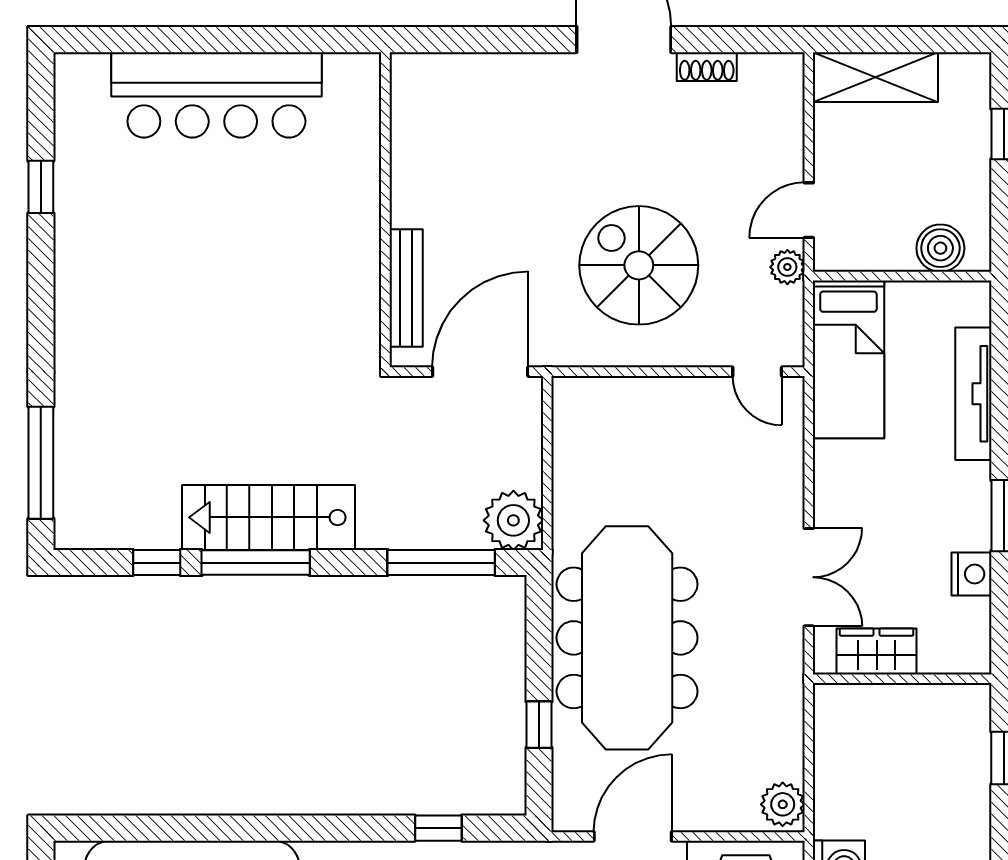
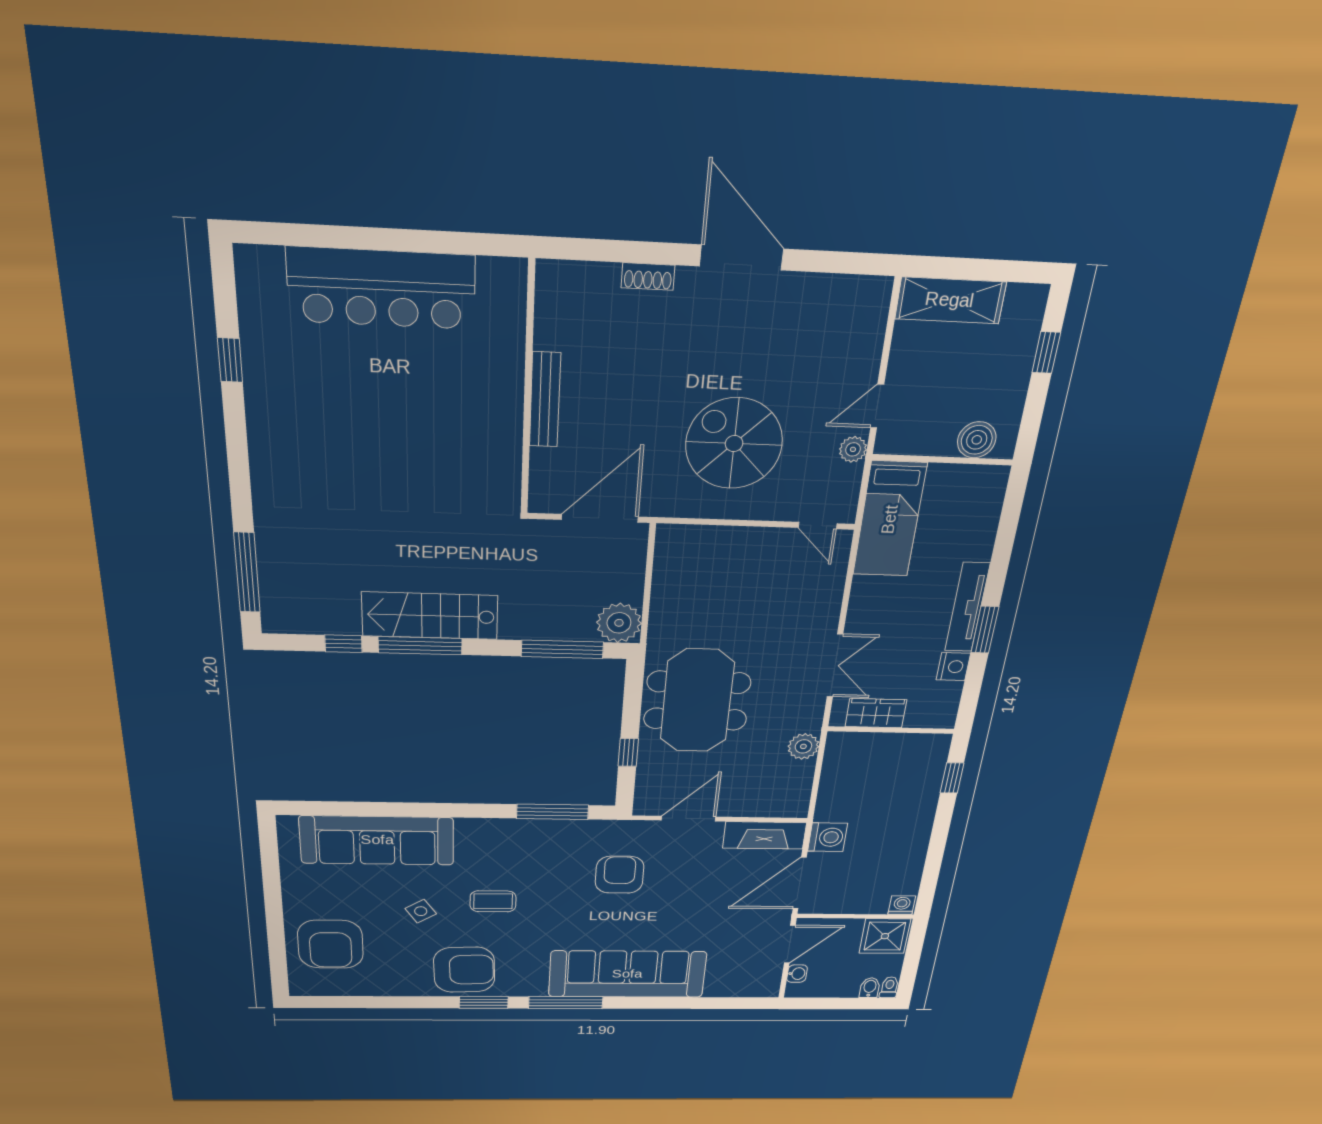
shoe rack: (707, 67) -> (648, 277), moved
bench: (406, 288) -> (545, 400), moved
tv unit: (973, 394) -> (967, 607), moved
meeting table: (627, 638) -> (697, 701), width x0.73
plant: (783, 804) -> (803, 746), moved
window: (438, 828) -> (553, 812), width x2.17

